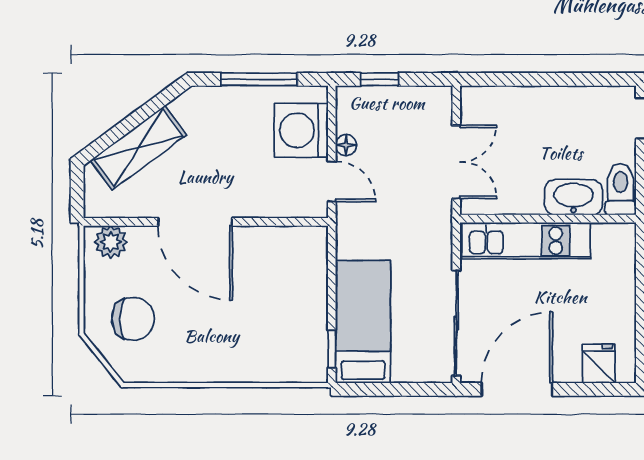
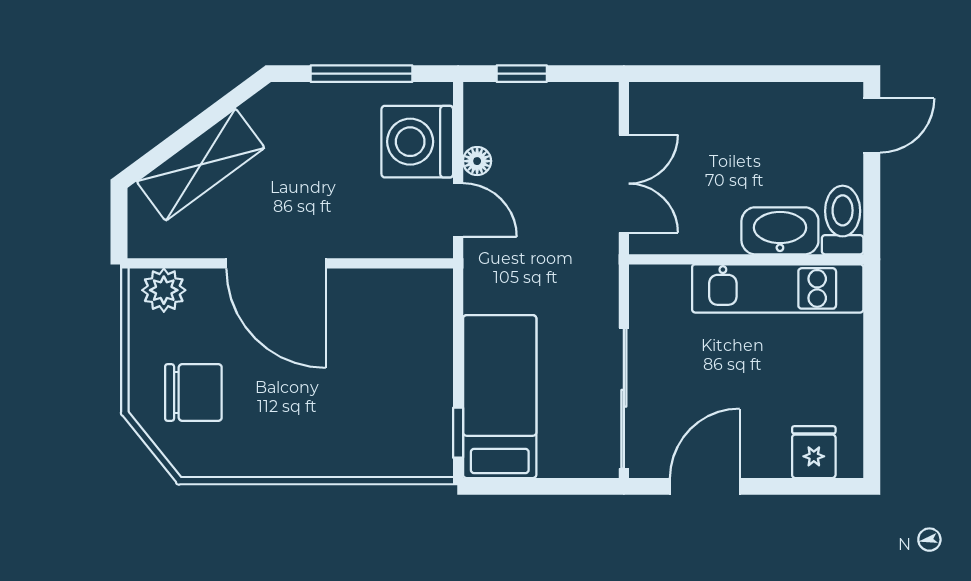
kitchen unit: (526, 241) -> (778, 288), moved
door: (517, 389) -> (705, 486), width x0.73

